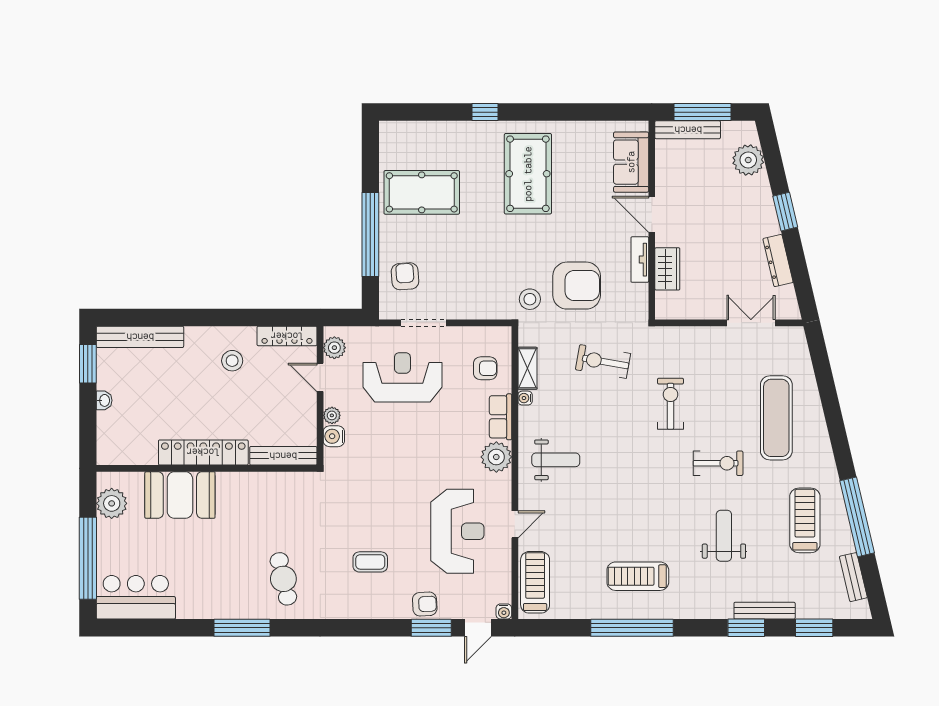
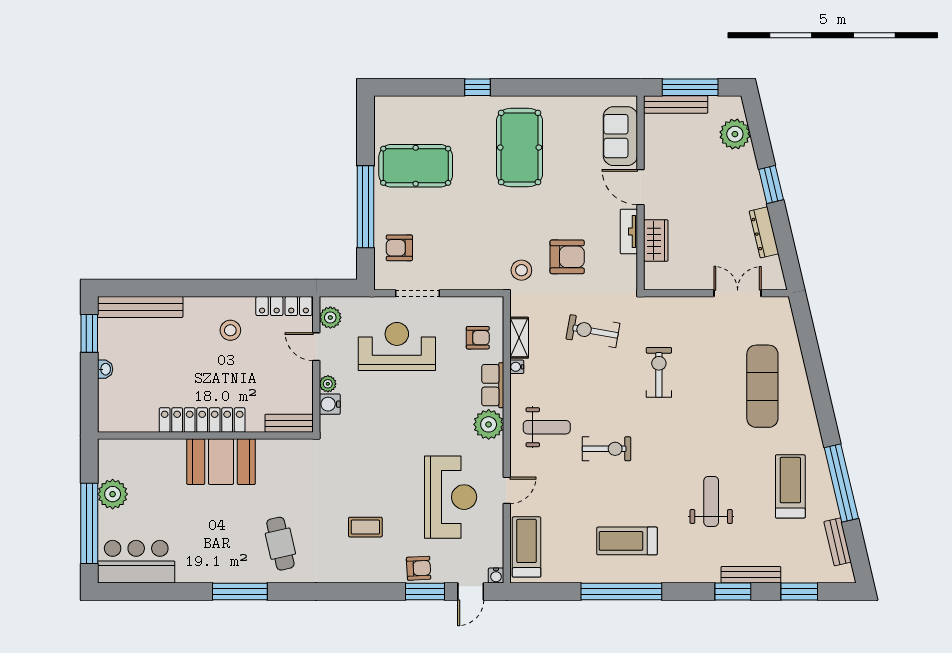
armchair: (405, 276) -> (399, 248), turned -86
armchair: (577, 286) -> (567, 257), width x0.73, depth x0.73
bench: (283, 456) -> (289, 423), width x0.73
exercise bike: (718, 463) -> (606, 449), moved
booth: (180, 495) -> (221, 462), moved
plant: (112, 503) -> (113, 494), moved

